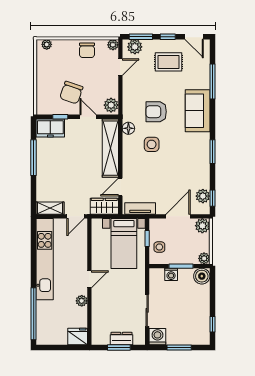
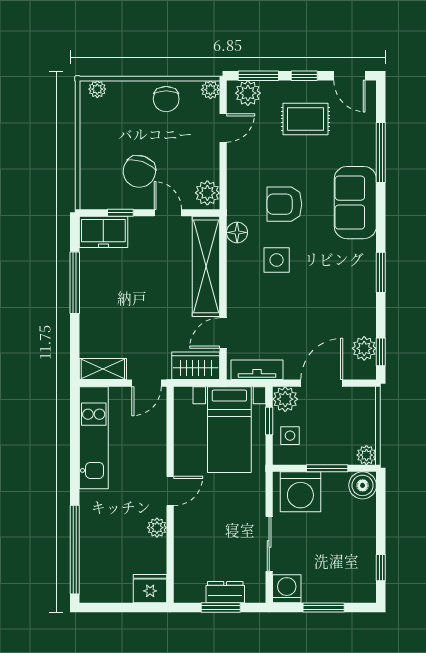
plant: (202, 226) -> (285, 399), moved
kitchen unit: (45, 259) -> (94, 438), width x0.73
washing machine: (171, 274) -> (300, 492), width x1.89, depth x1.89

